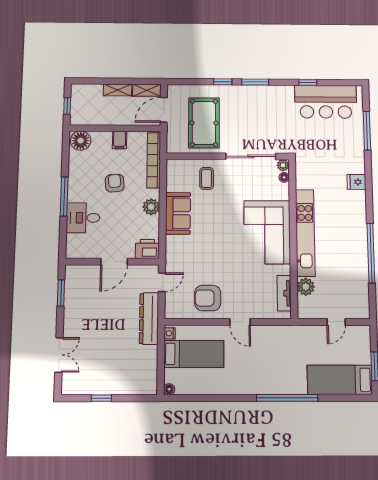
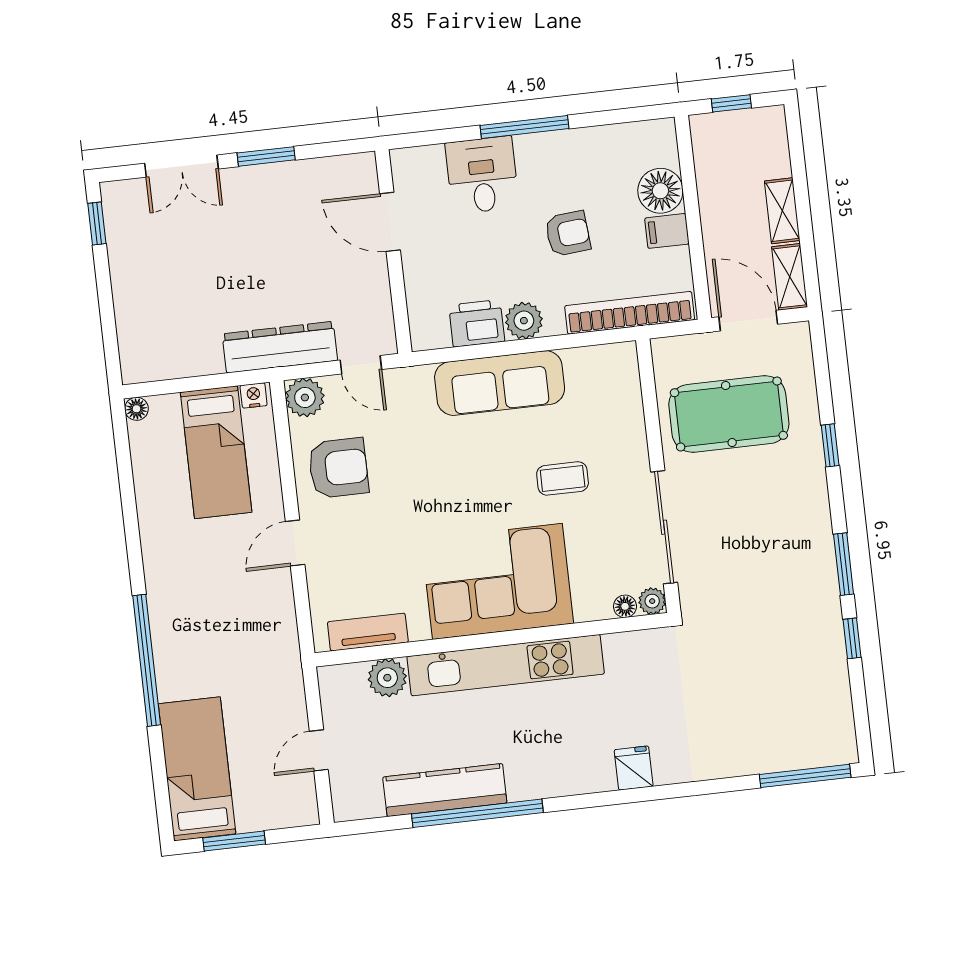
window: (255, 82) -> (844, 564), moved
bar counter: (326, 102) -> (811, 683), removed
window: (367, 131) -> (805, 776), moved
floor lamp: (81, 141) -> (660, 191), moved
coffee table: (207, 178) -> (563, 478), moved
sofa: (178, 213) -> (500, 383), width x1.36
printer: (147, 249) -> (477, 323), moved, turned -90
door: (114, 262) -> (390, 222), moved
kitchen counter: (359, 267) -> (445, 790), added
window: (61, 293) -> (266, 156), moved
armchair: (208, 298) -> (338, 468), turned 90
plant: (174, 310) -> (305, 397), added
door: (336, 322) -> (319, 750), hinge flipped
window: (101, 398) -> (97, 223), moved

